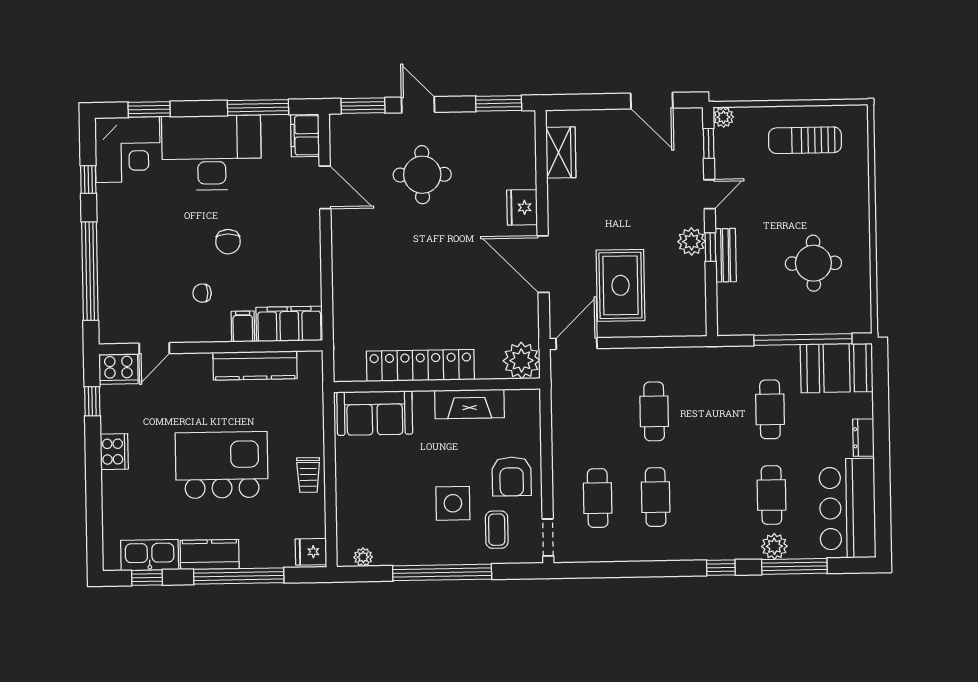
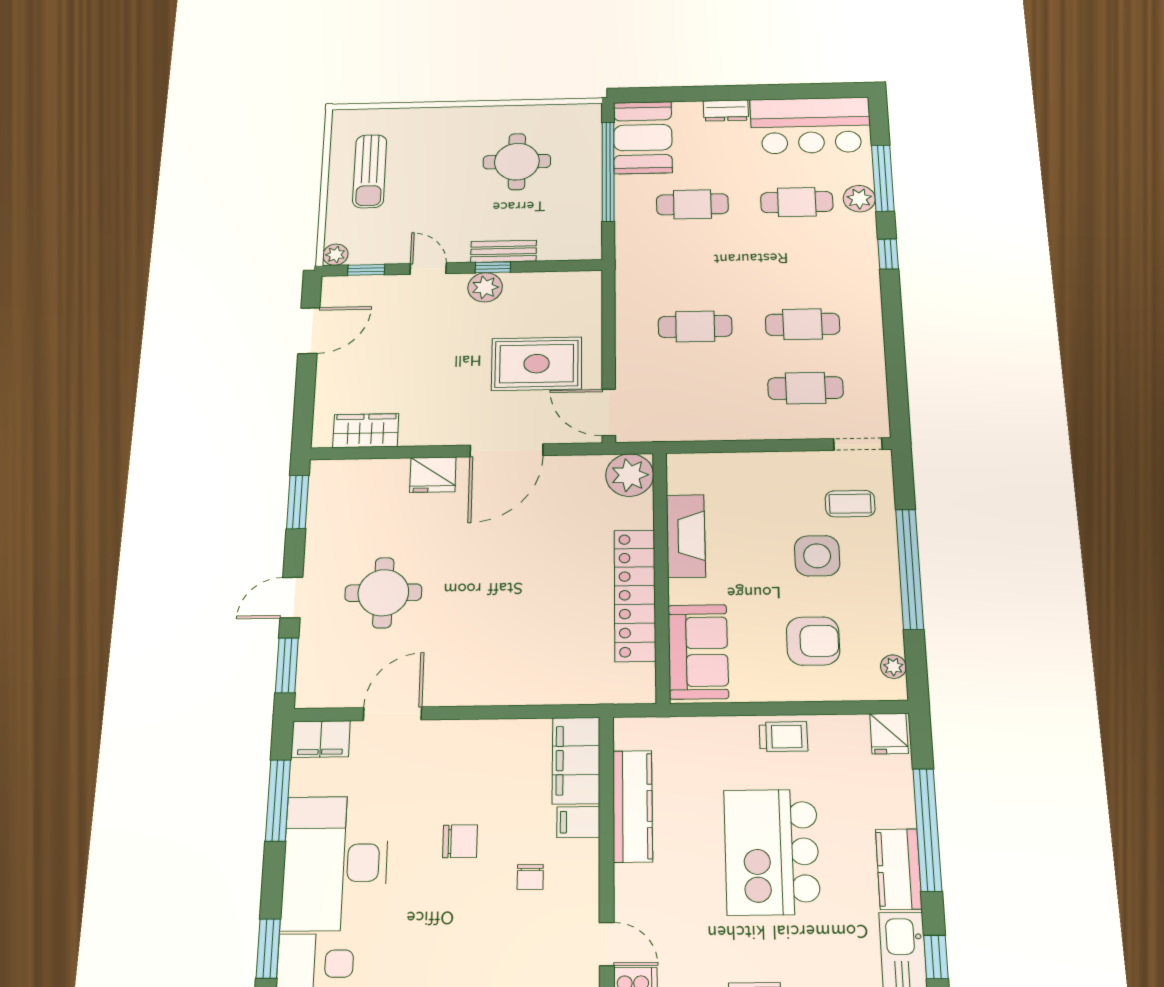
armchair: (512, 476) -> (813, 641), moved

